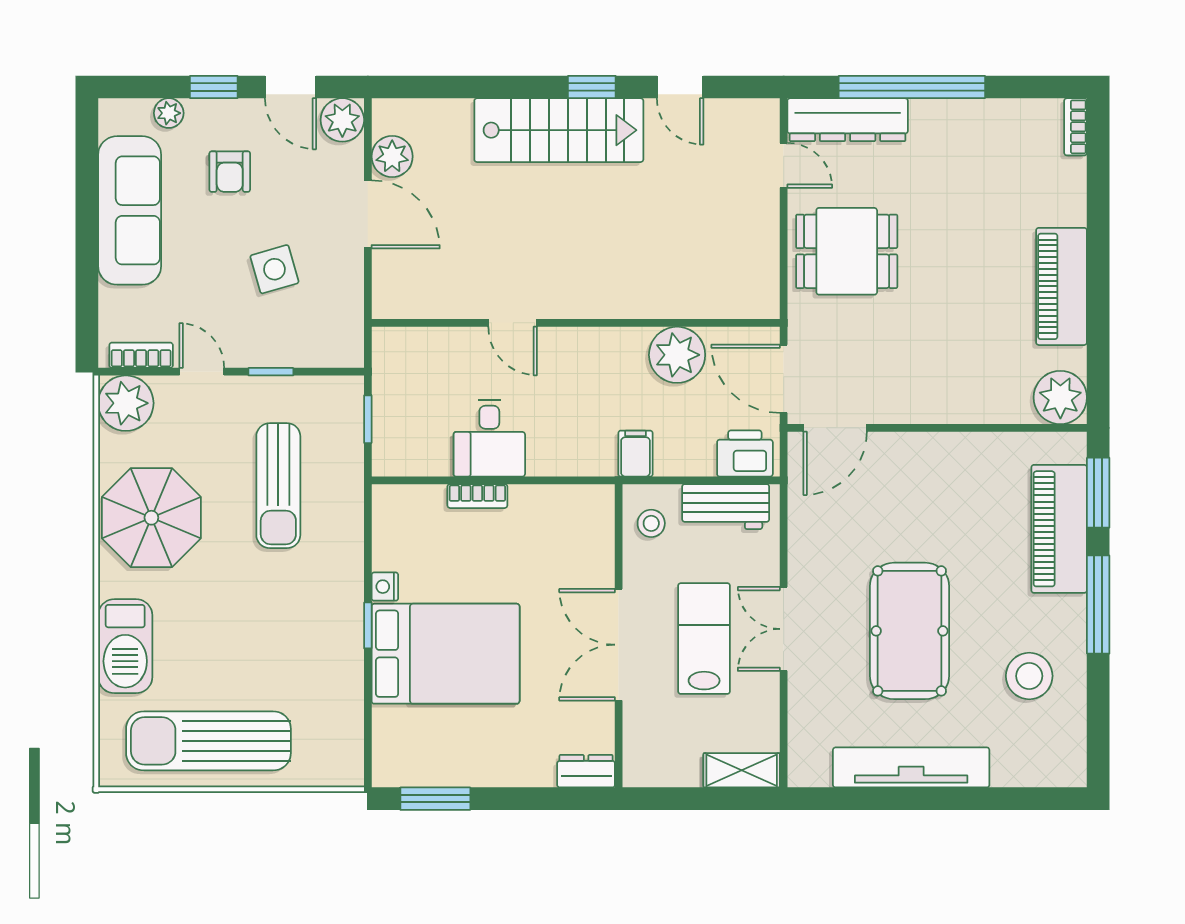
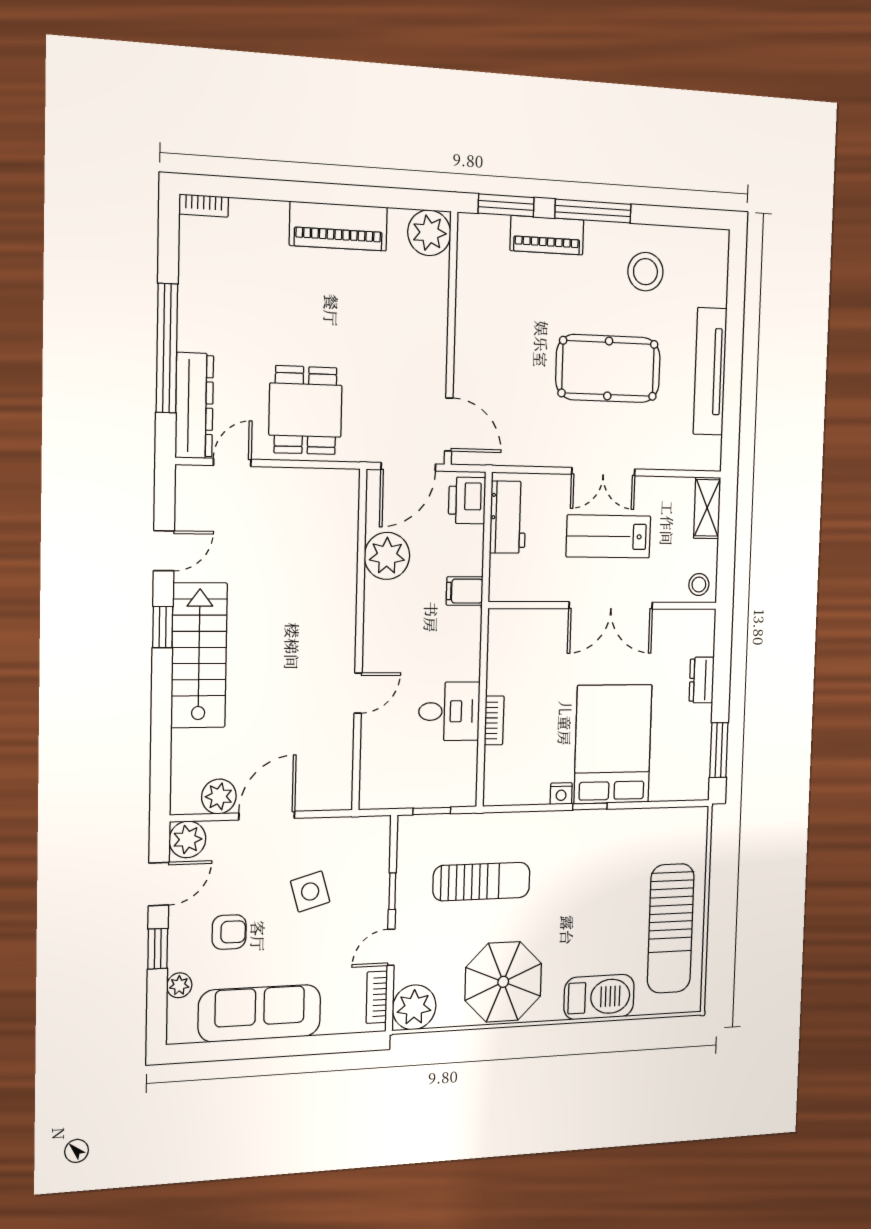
stool: (651, 523) -> (699, 585), moved
piano: (1059, 529) -> (547, 235), width x0.73, depth x0.75
dresser: (586, 771) -> (702, 680), moved

